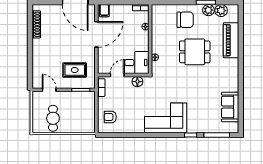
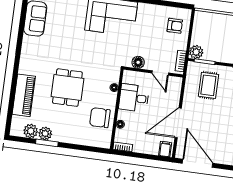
chair: (185, 20) -> (100, 118), moved
dining table: (195, 52) -> (67, 88), turned 90
desk: (137, 63) -> (134, 98), moved
rug: (75, 70) -> (208, 85), turned 90
door: (117, 75) -> (160, 73), hinge flipped
plant: (89, 97) -> (196, 52), added

